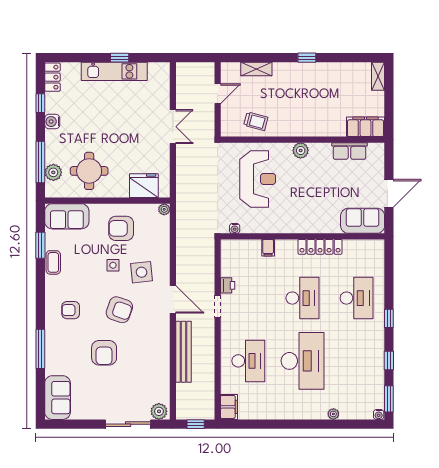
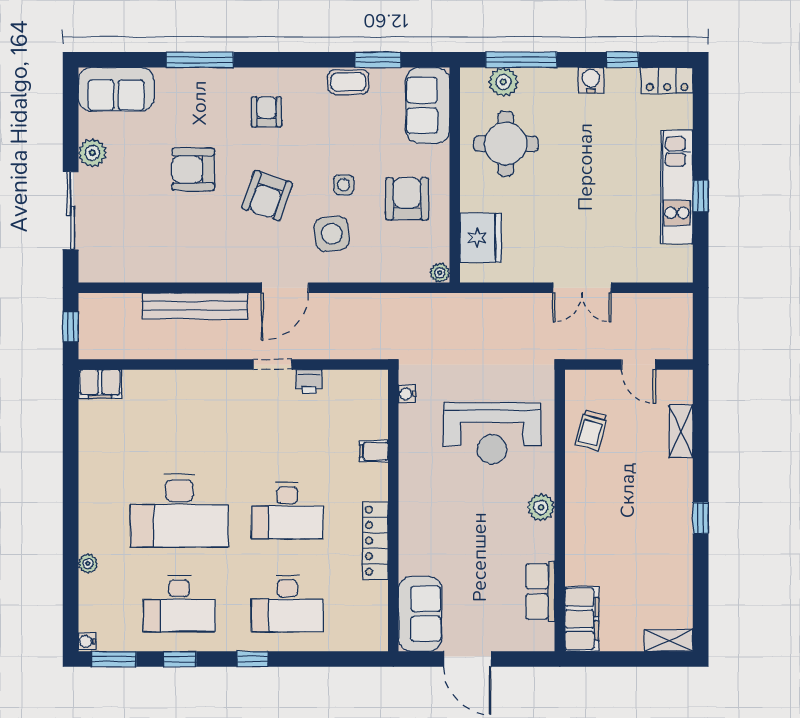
desk: (248, 361) -> (179, 604), moved
plant: (159, 411) -> (92, 153), moved

